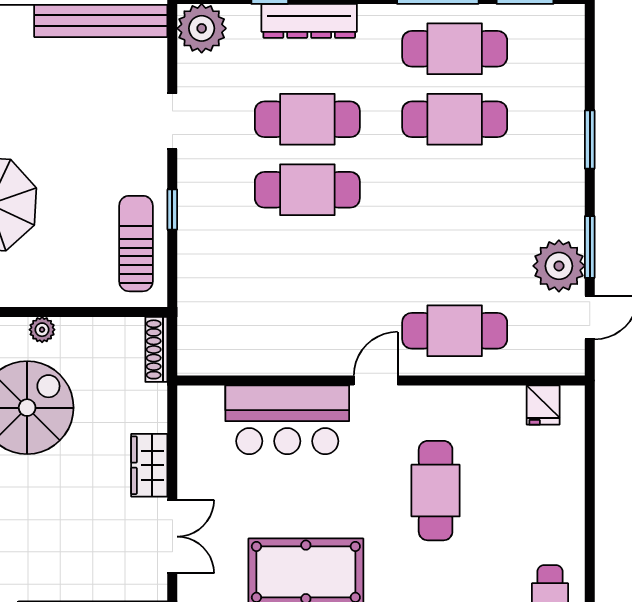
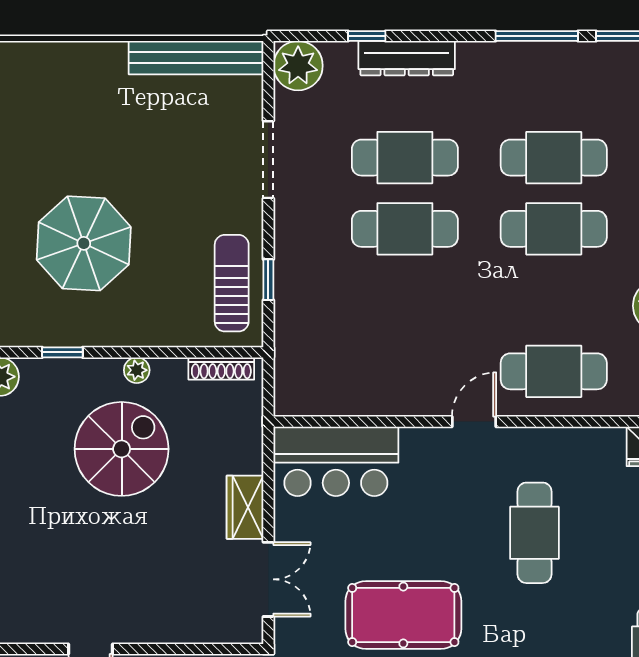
cafe table: (455, 49) -> (554, 229), moved
doorway: (172, 121) -> (268, 160), width x1.38
window: (172, 210) -> (268, 280), moved
shoe rack: (156, 349) -> (221, 369), moved, turned -90
bar counter: (287, 420) -> (336, 461), moved

